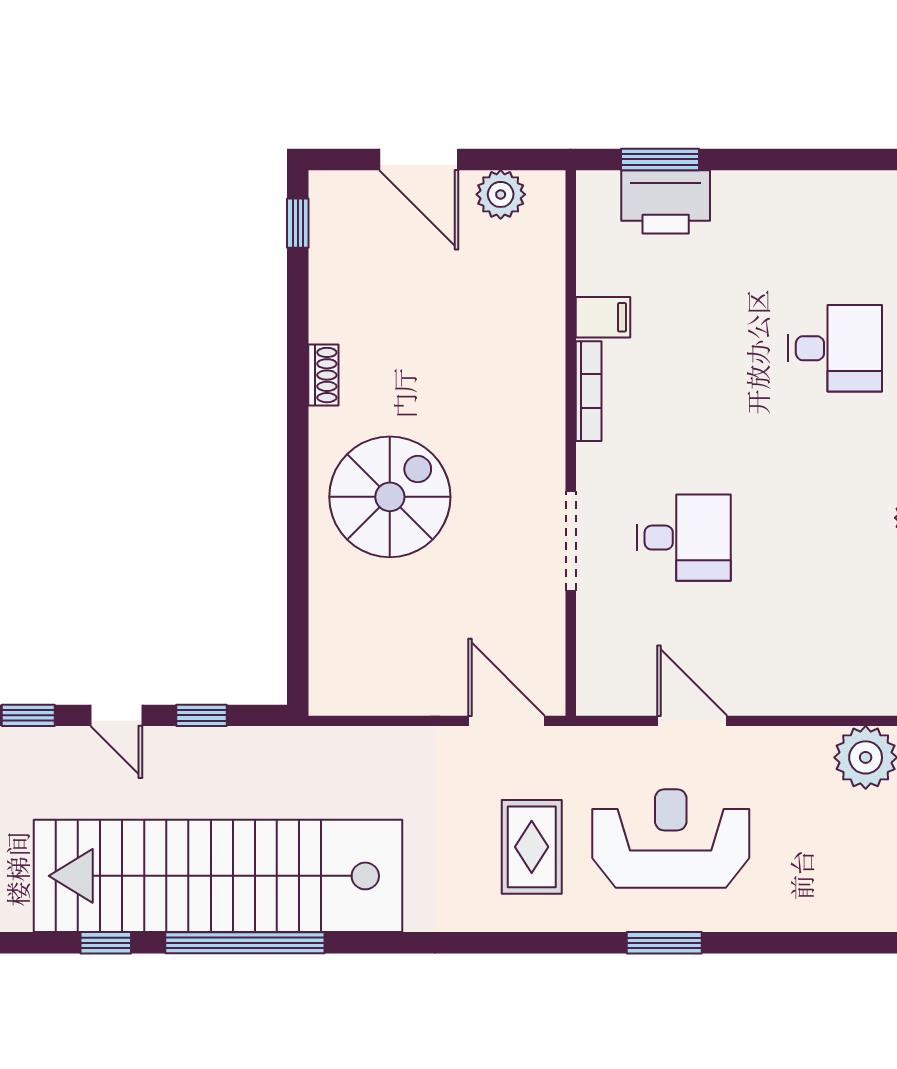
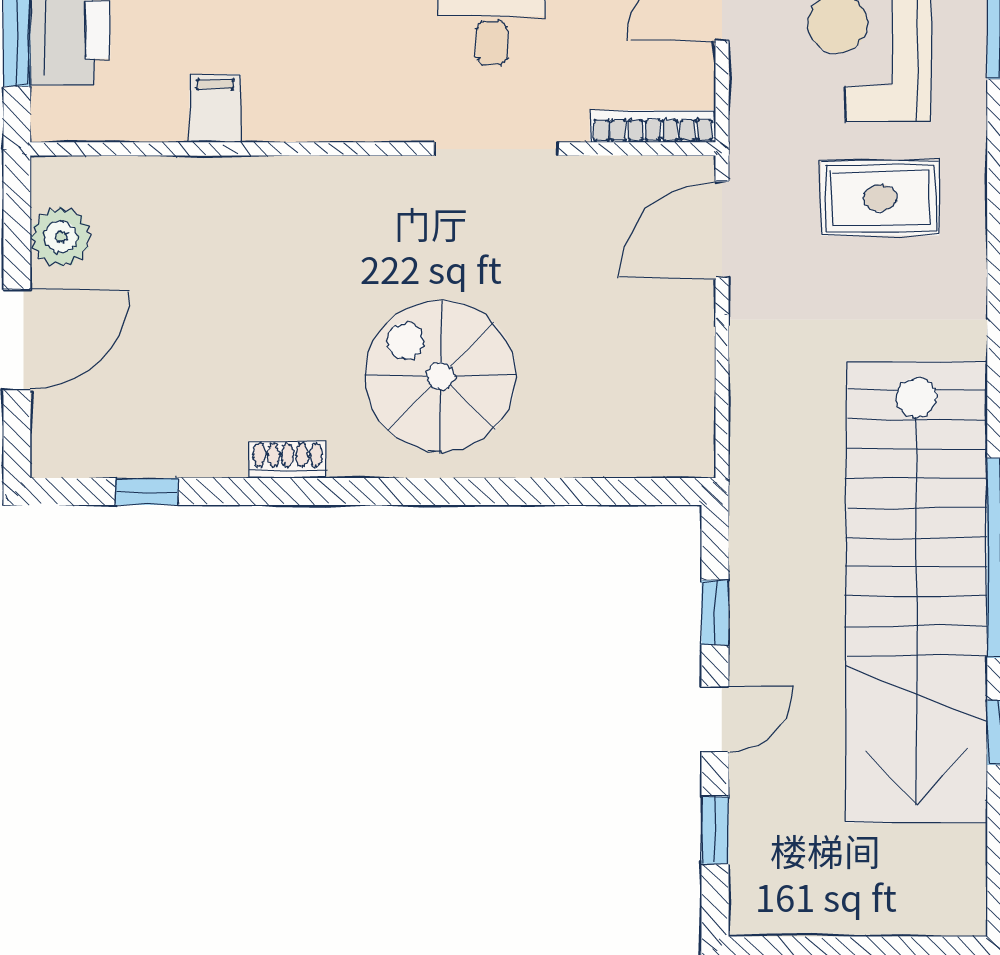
window: (298, 223) -> (147, 492), moved
bookcase: (589, 391) -> (653, 126), moved

